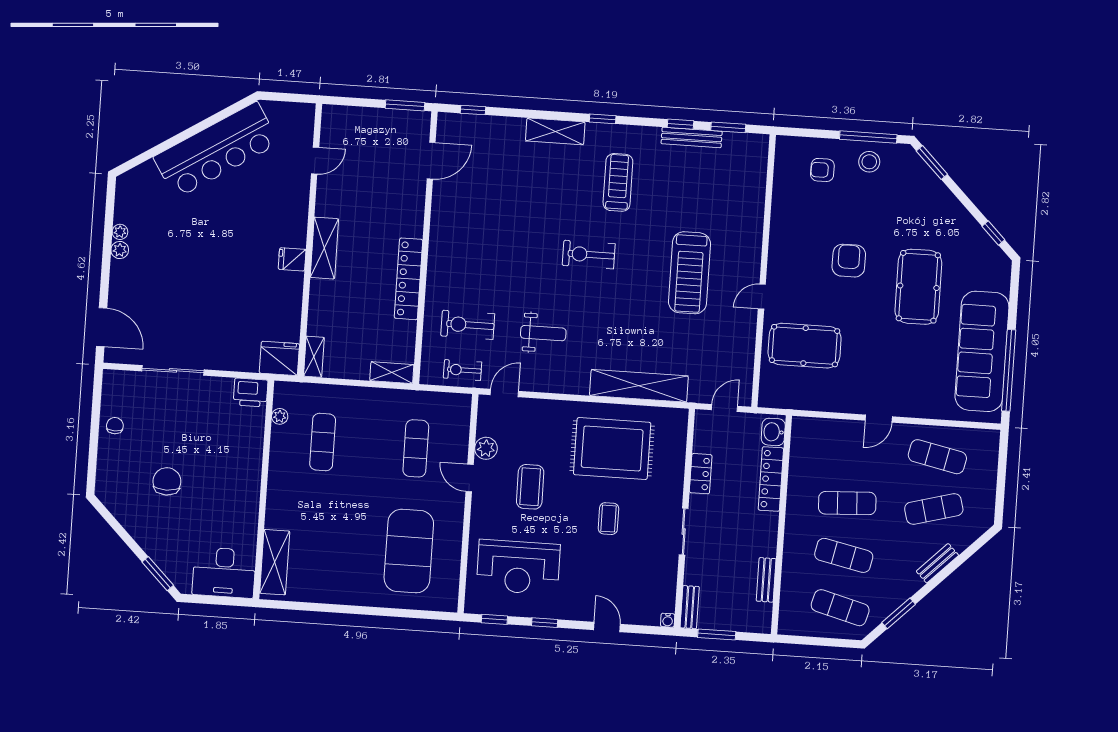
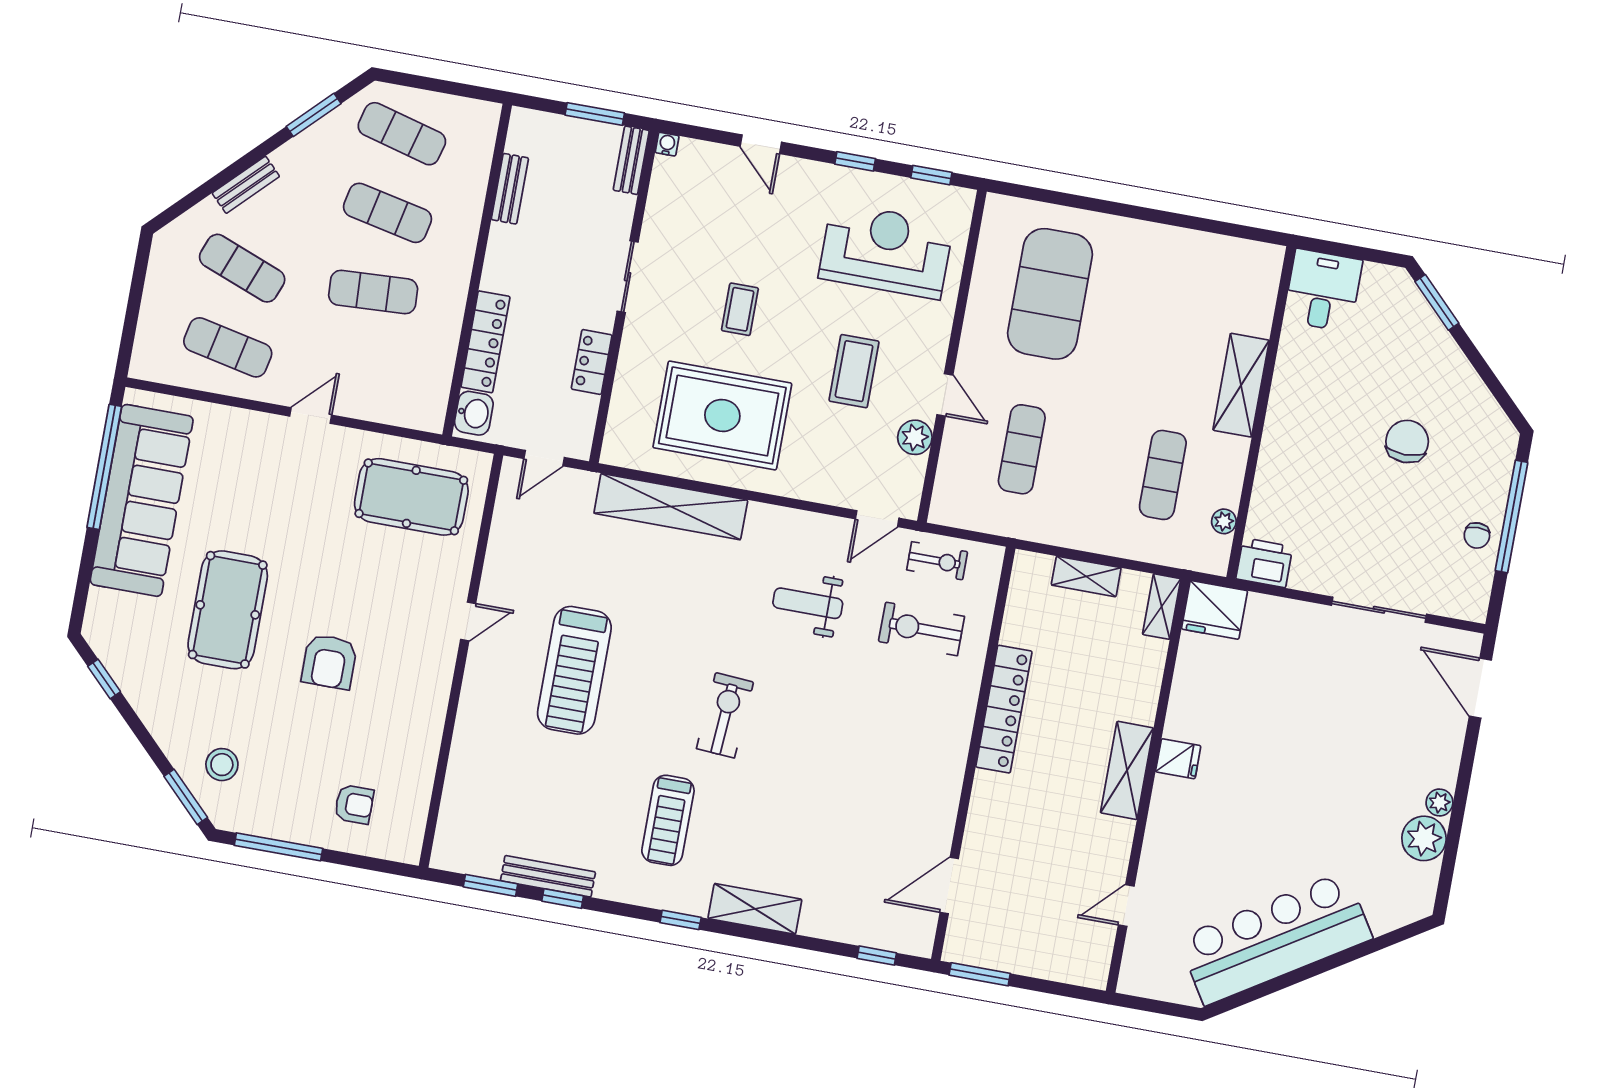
stool: (869, 162) -> (222, 765), moved
plant: (120, 232) -> (1424, 838), width x1.88, depth x1.88
exercise bike: (589, 255) -> (725, 715), turned -86
treadmill: (689, 273) -> (574, 670), turned 180
exercise bike: (468, 325) -> (921, 629), turned 180
pool table: (805, 346) -> (411, 497), moved
shelving: (392, 373) -> (1086, 576), moved
window: (94, 440) -> (1512, 516), added
chair: (167, 481) -> (1407, 442), turned 180
exercise mat: (934, 509) -> (242, 268), turned 36
shelving: (275, 562) -> (1241, 385), moved
desk: (224, 573) -> (1323, 290), width x0.73

